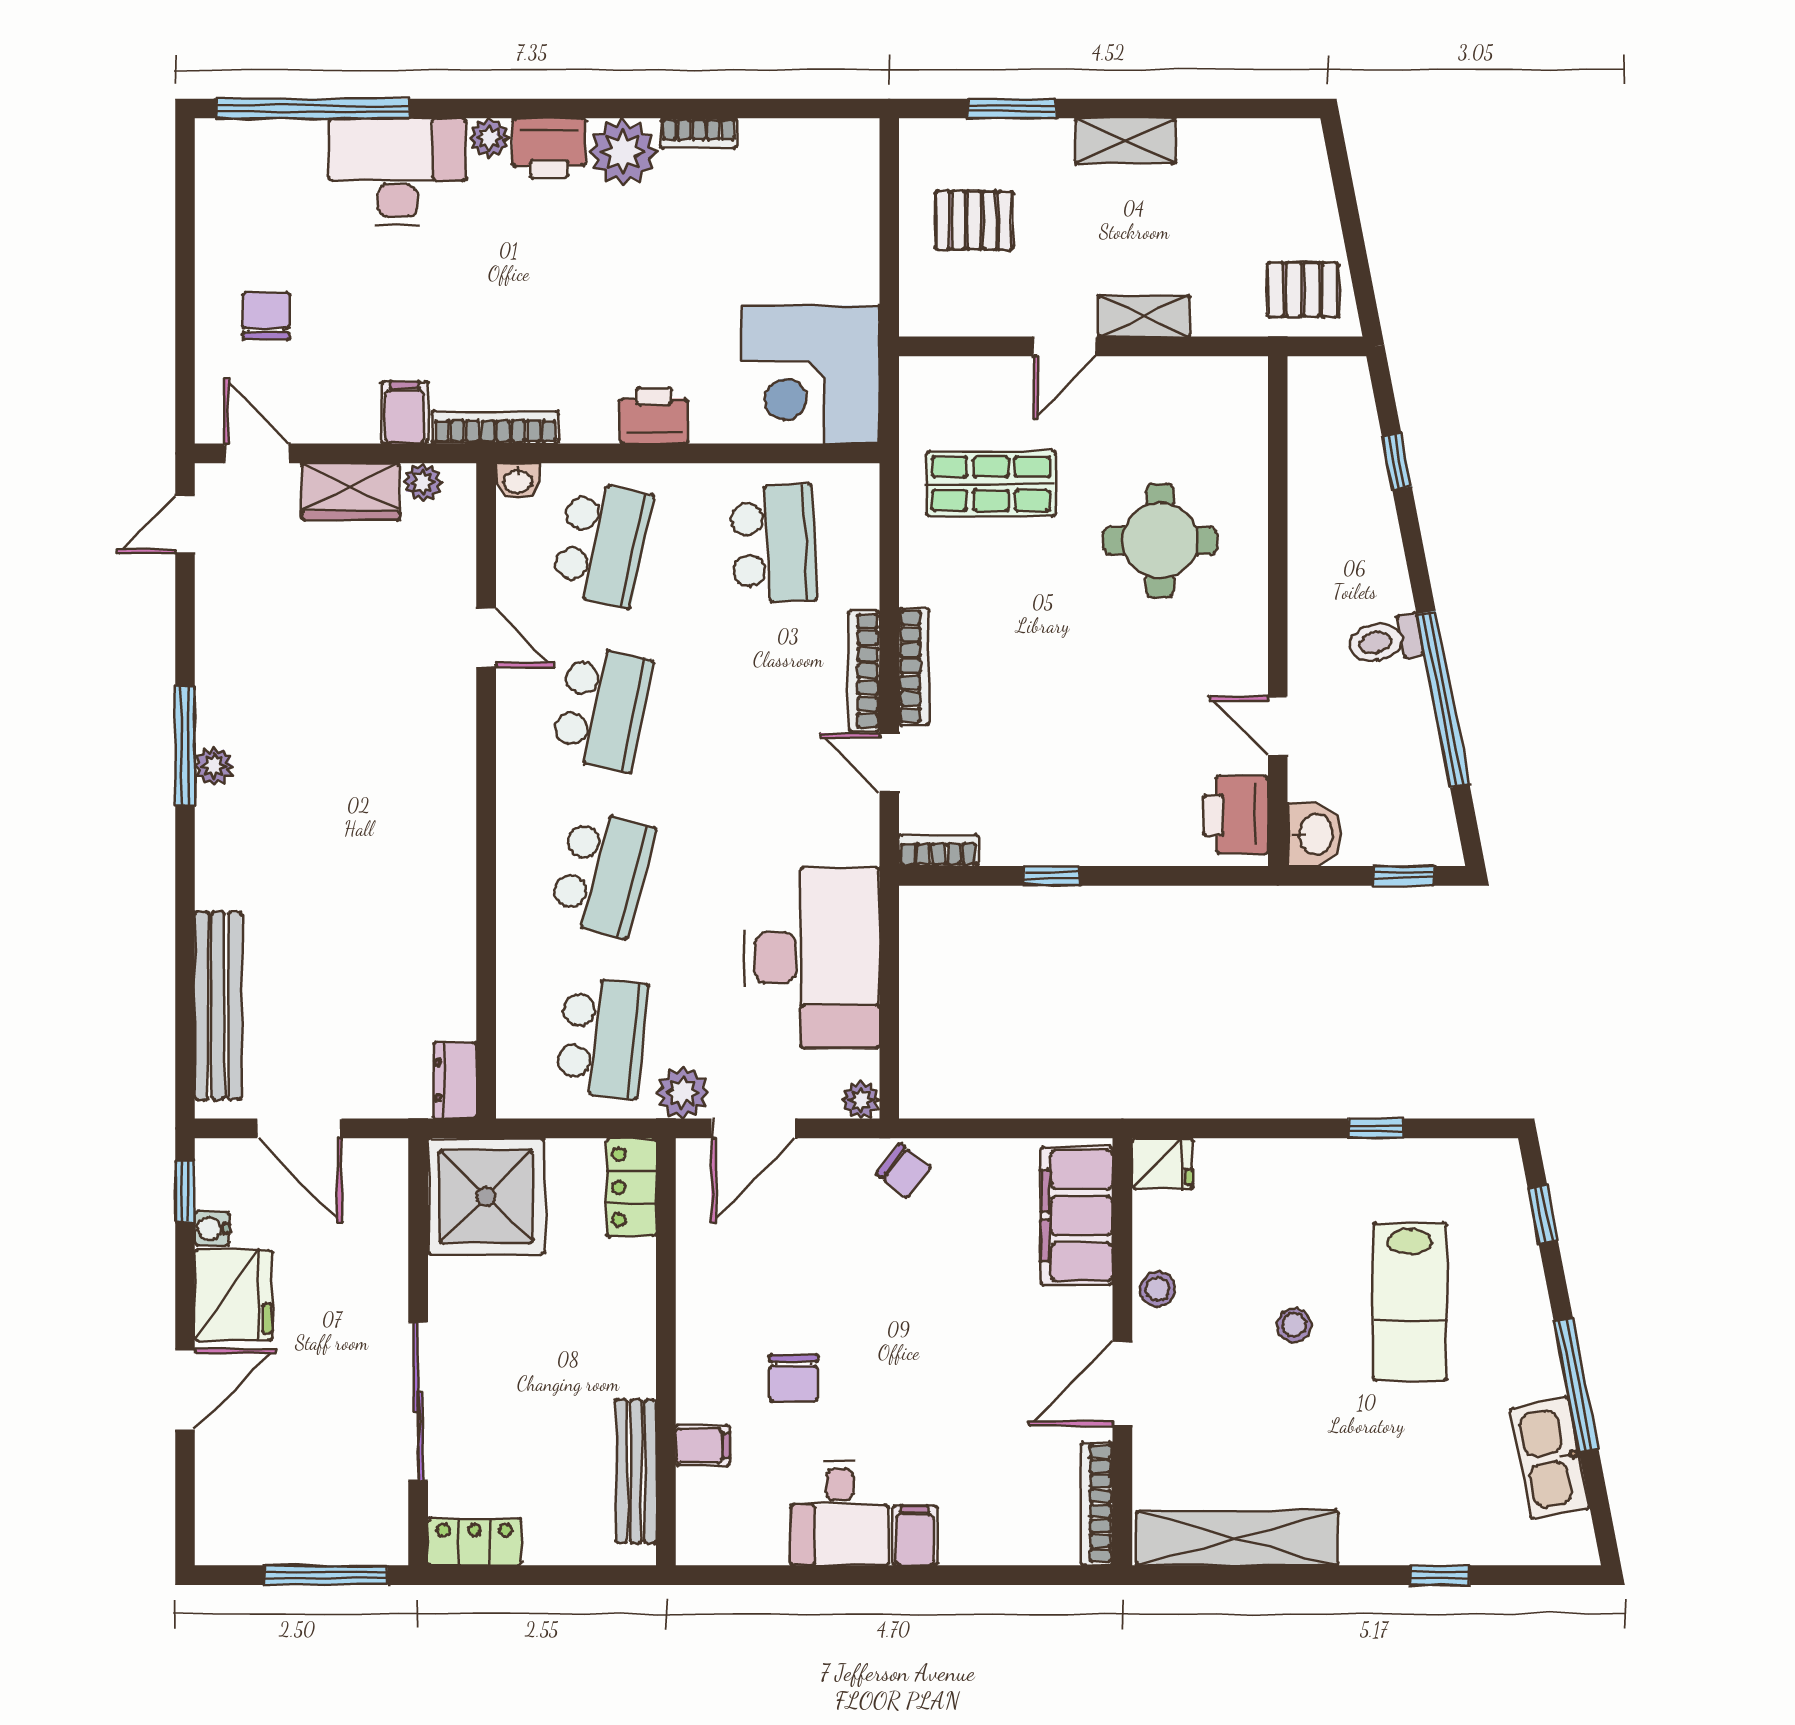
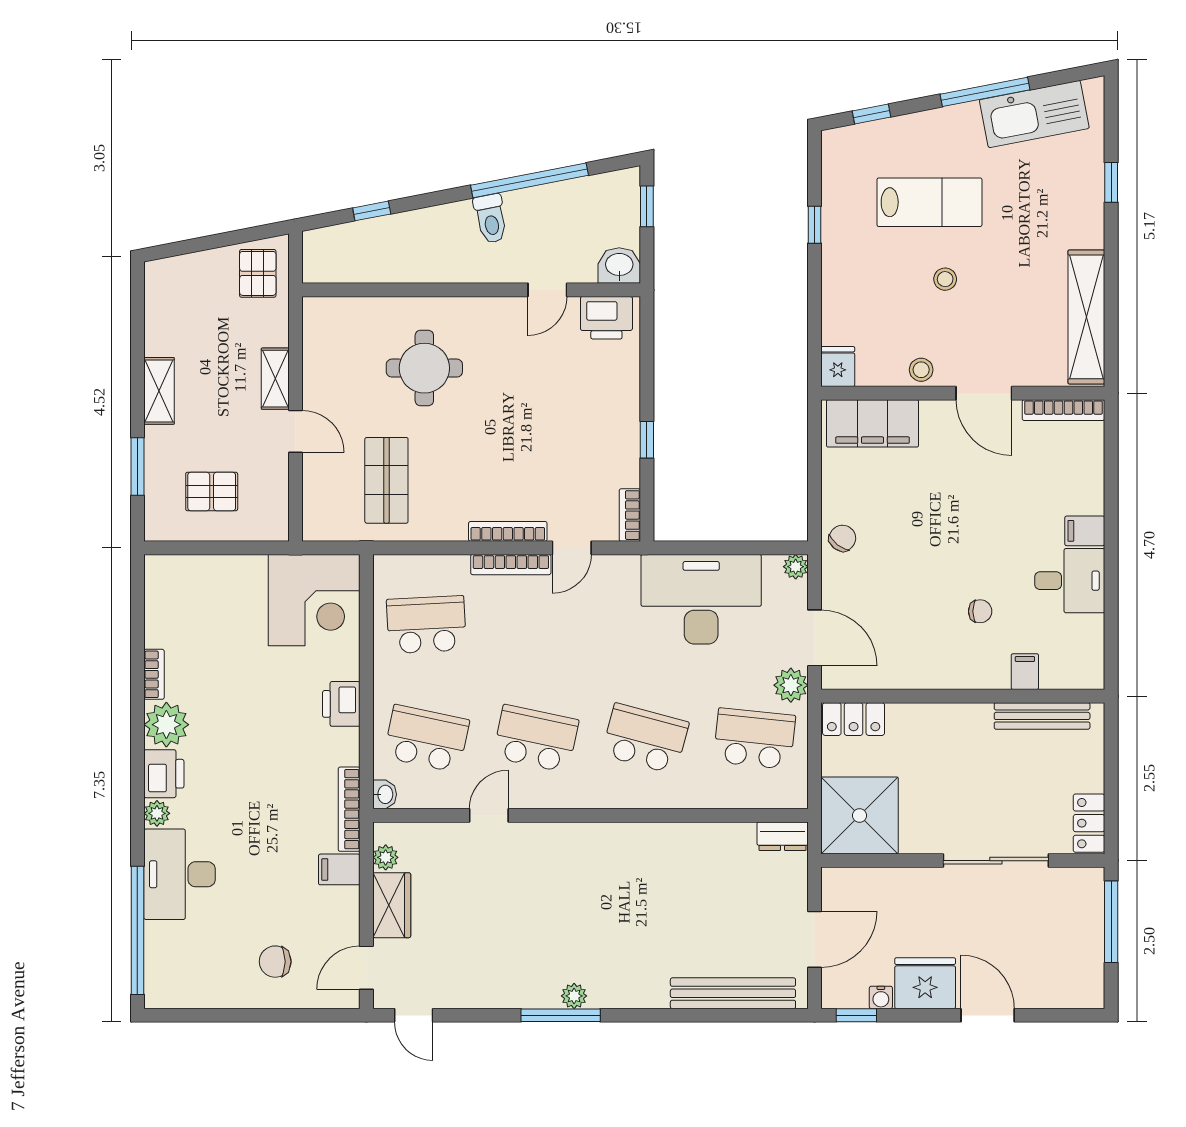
pallet: (974, 220) -> (212, 492), turned 90
chair: (794, 1378) -> (980, 611), width x0.73, depth x0.73
kitchen sink: (1550, 1458) -> (1034, 114), width x1.36, depth x1.24

